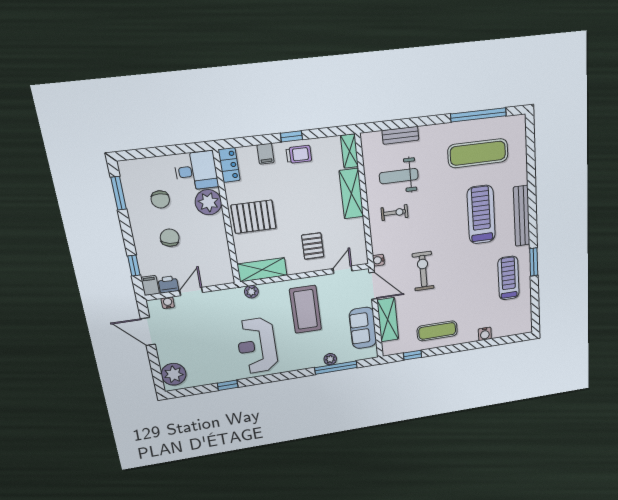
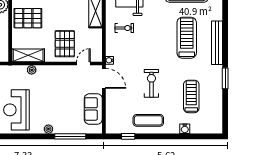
pallet: (313, 246) -> (65, 44), width x1.50, depth x1.42
exercise bike: (423, 271) -> (151, 83), moved
treadmill: (508, 278) -> (191, 96), moved
plant: (251, 292) -> (32, 70), moved
coffee table: (306, 309) -> (54, 88), removed
shelving: (388, 320) -> (112, 106), removed
plant: (330, 359) -> (48, 129), moved

